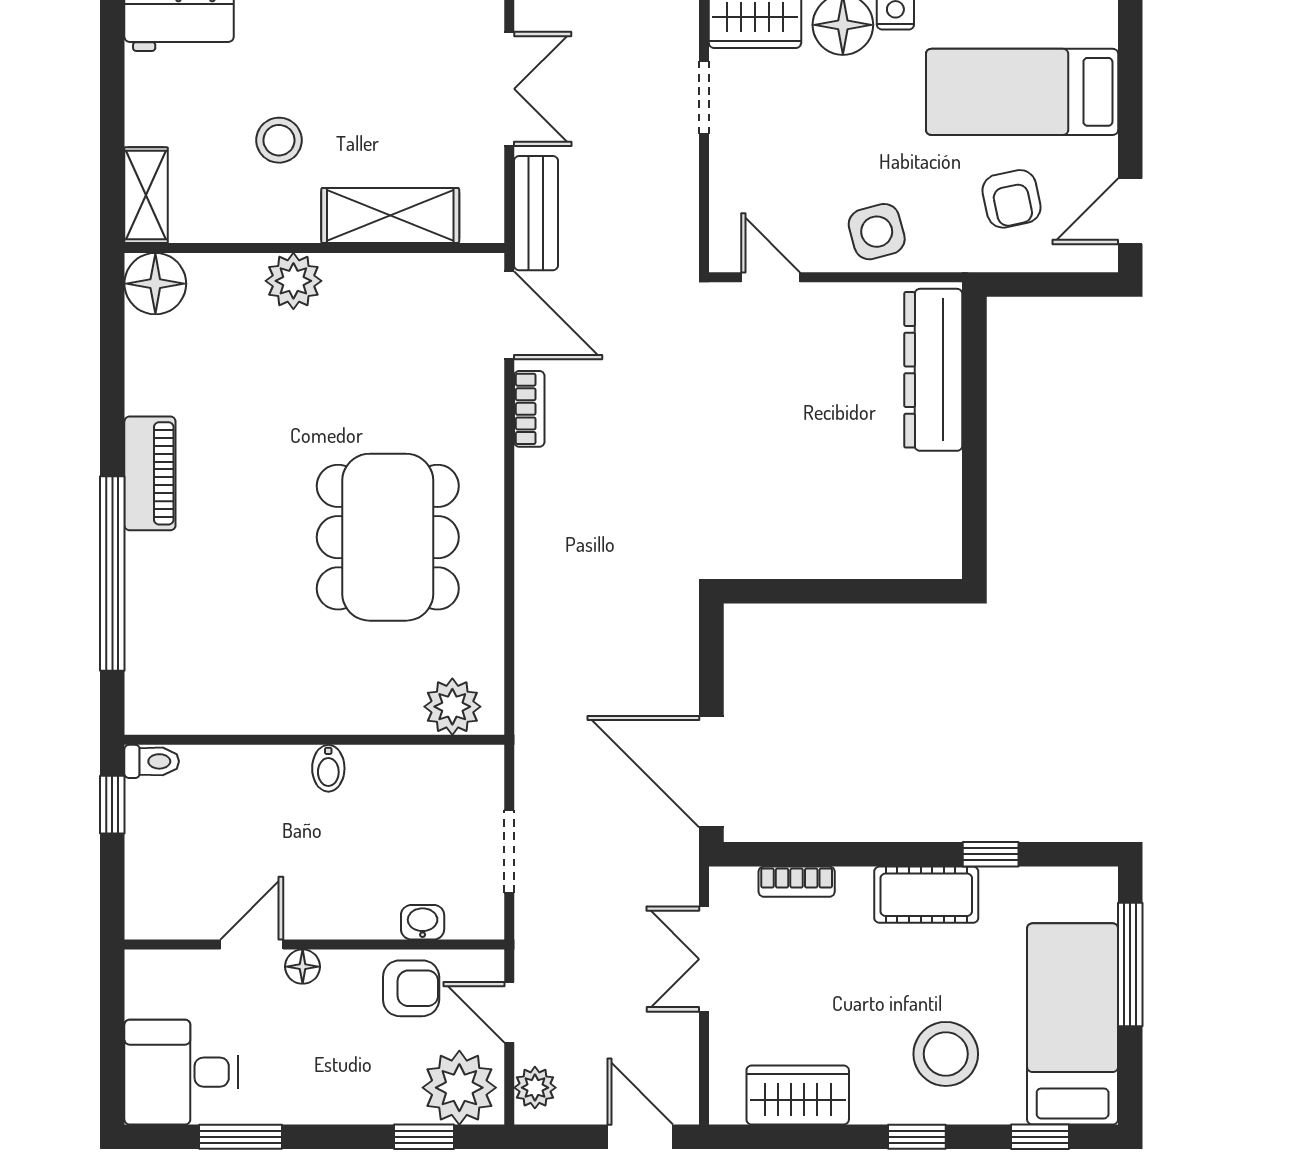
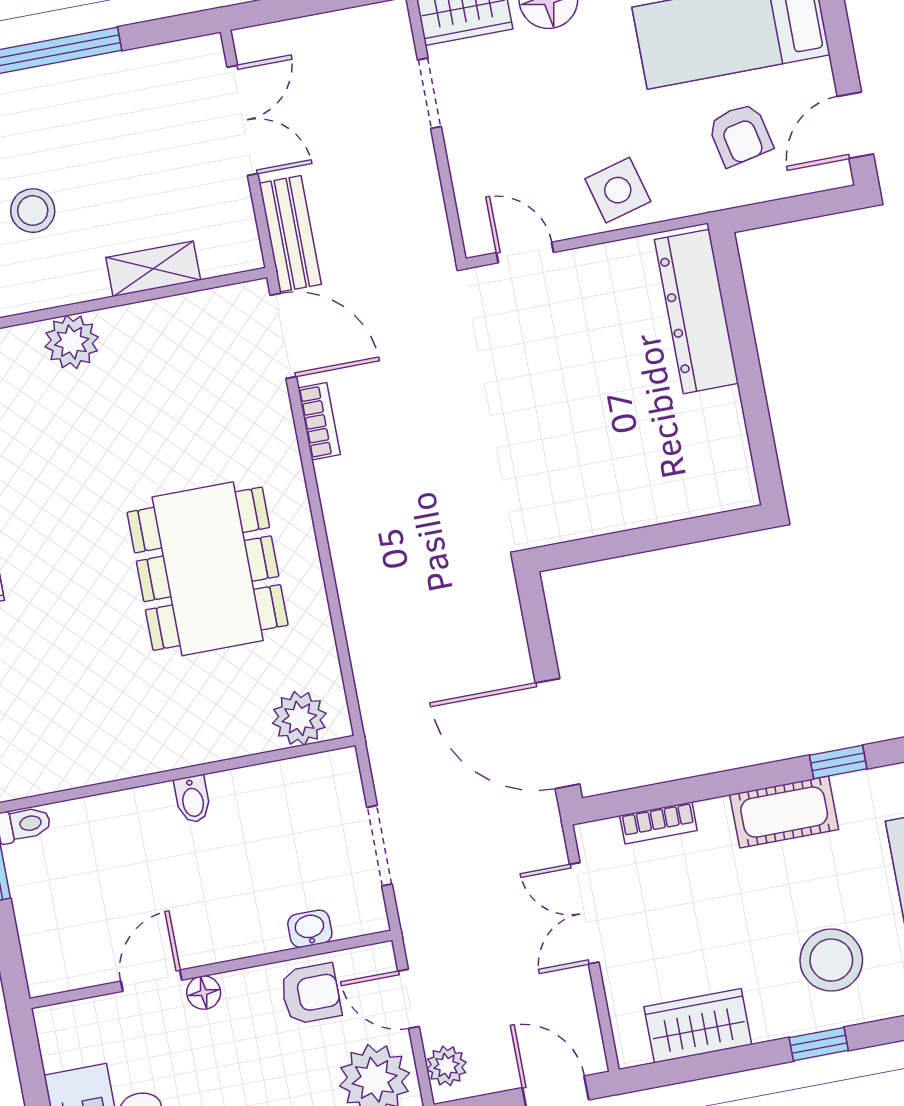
shelving: (390, 216) -> (153, 269), width x0.67, depth x0.75

